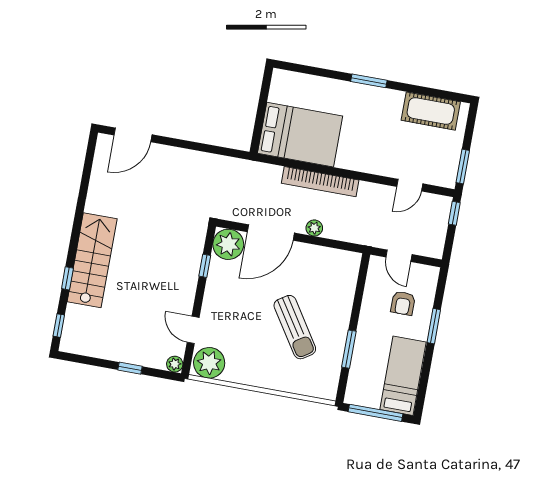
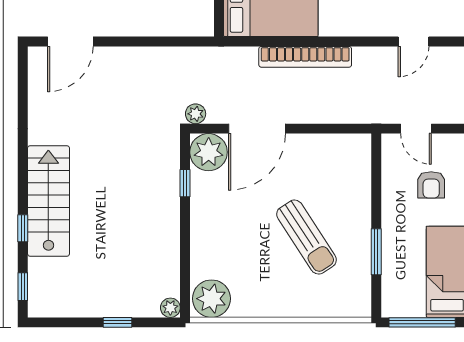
plant: (314, 228) -> (196, 114), moved
door: (193, 330) -> (185, 263), removed

